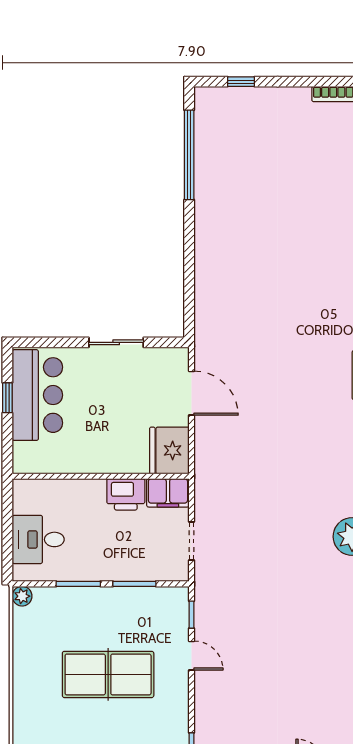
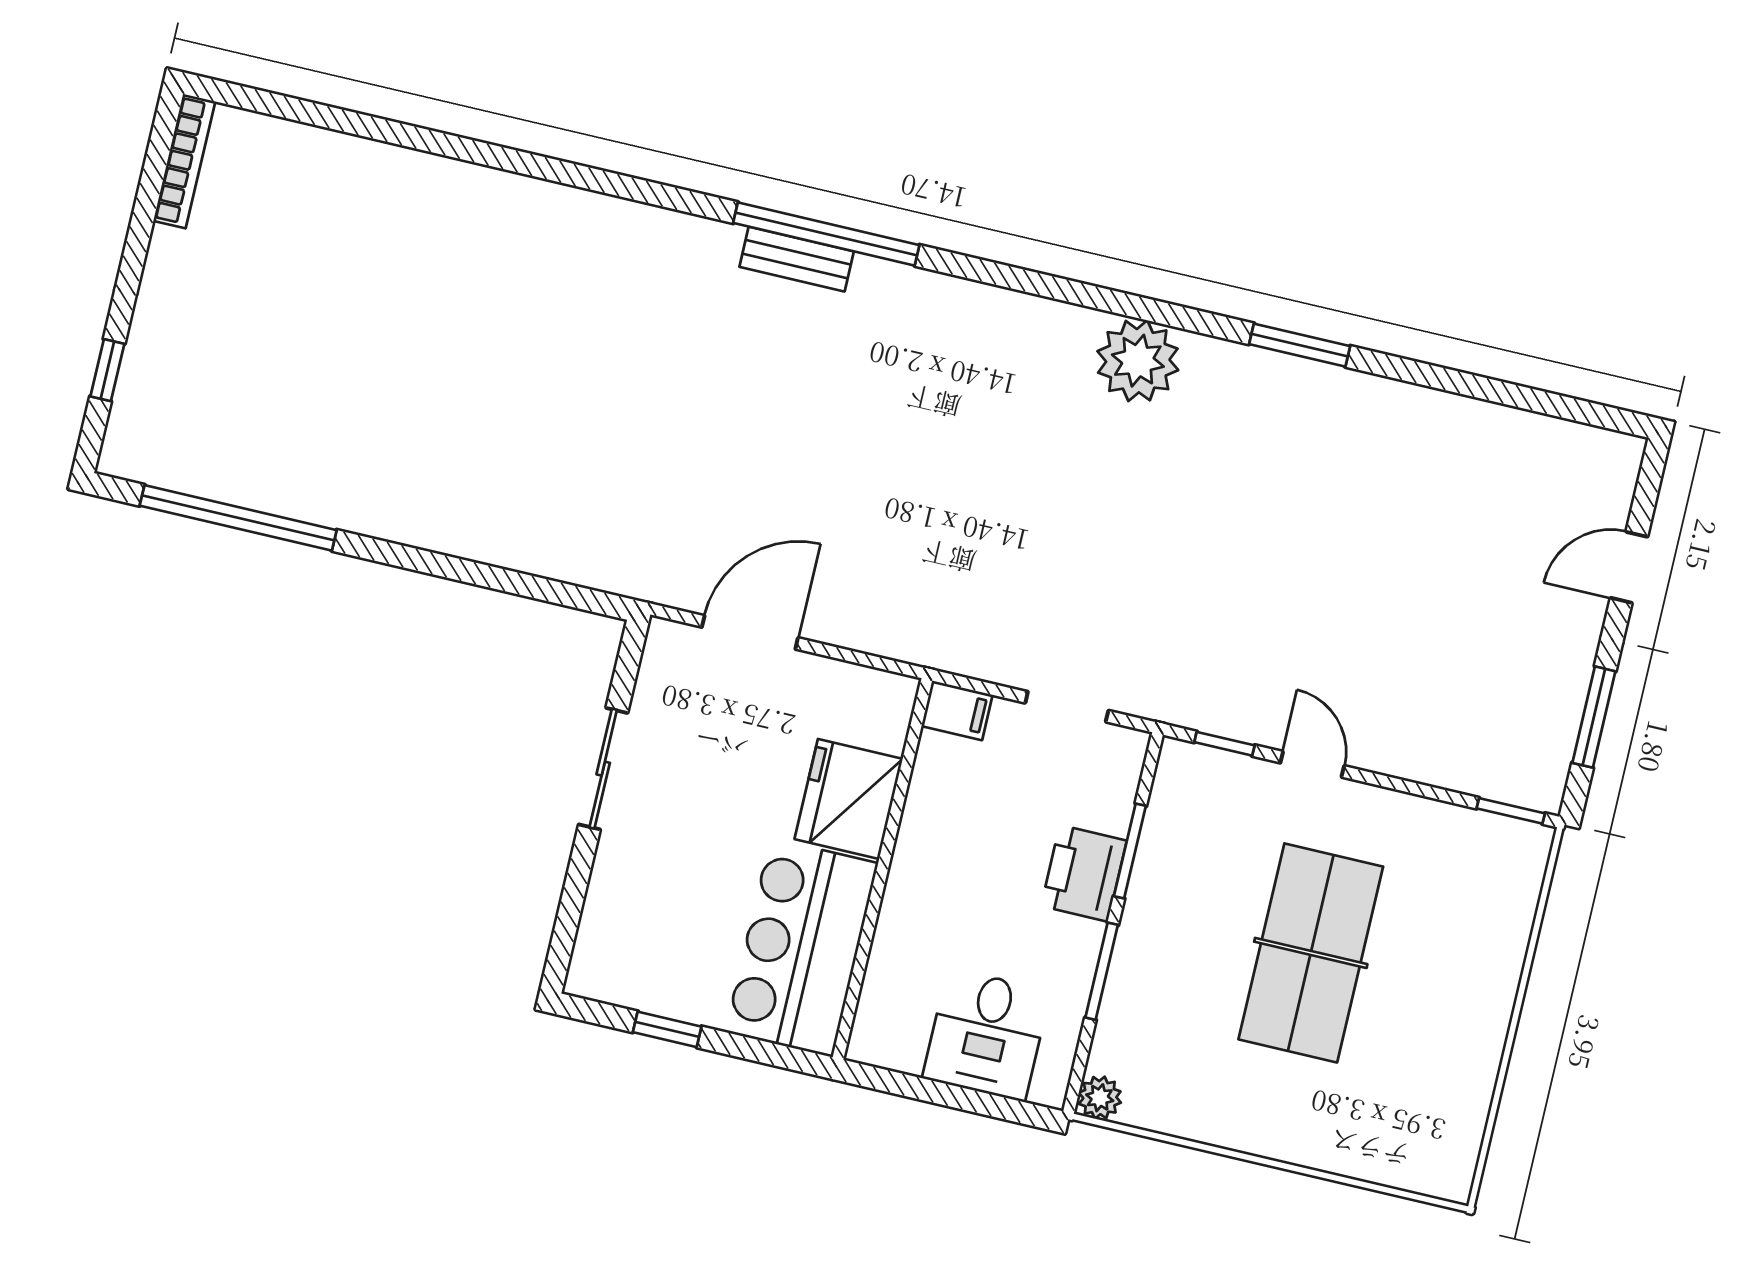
bar counter: (37, 395) -> (802, 948), moved, turned -90
fridge: (169, 450) -> (849, 799), moved, turned 90
filing cabinet: (168, 493) -> (957, 710), width x0.50
printer: (126, 494) -> (1084, 873), moved, turned 180
door: (192, 656) -> (1312, 764), hinge flipped

